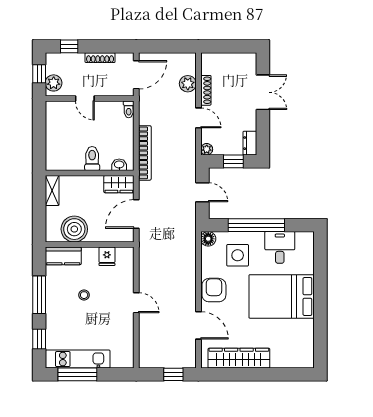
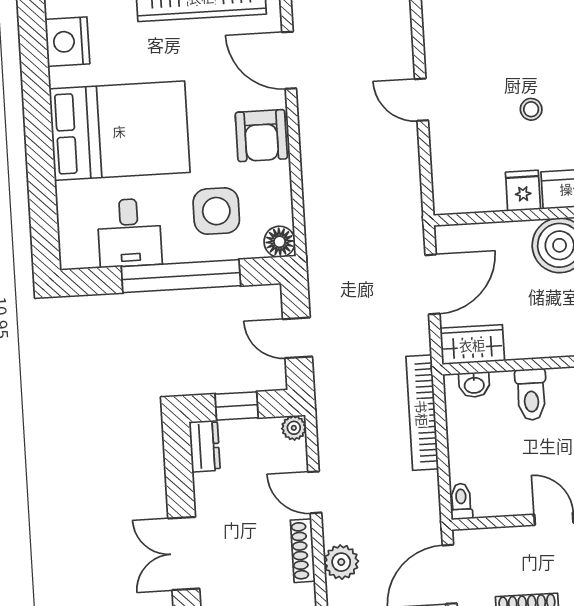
fridge: (107, 256) -> (523, 191), moved
nightstand: (304, 341) -> (67, 42), added

